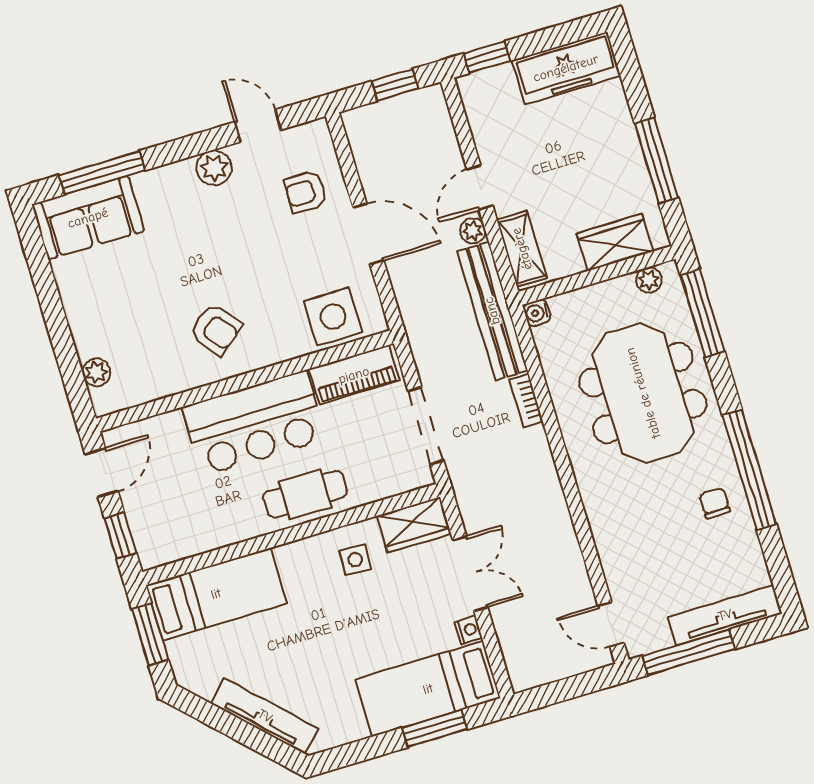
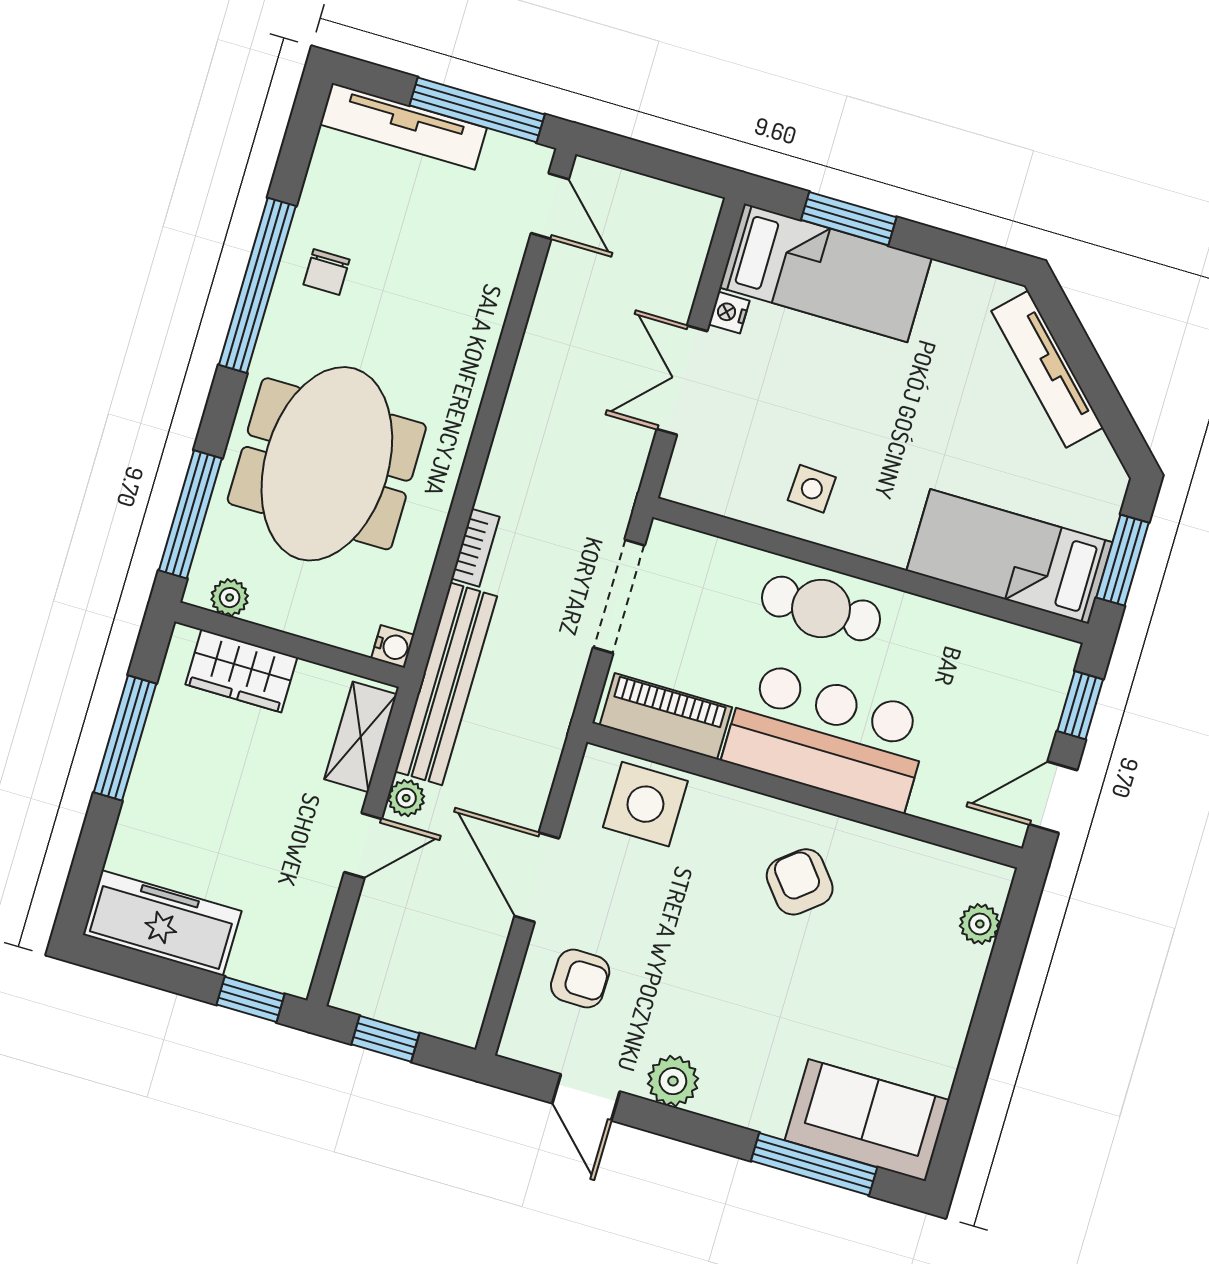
wardrobe: (414, 525) -> (712, 485), removed

